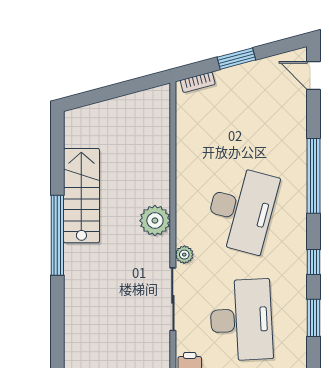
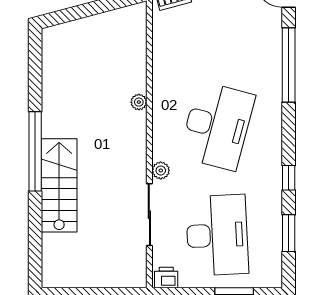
window: (314, 176) -> (289, 65), moved
stairs: (81, 196) -> (59, 185), moved
plant: (155, 221) -> (139, 102), moved, width x0.53, depth x0.53

